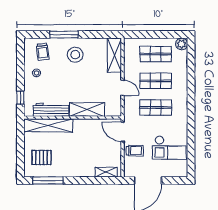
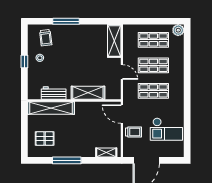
stool: (75, 55) -> (77, 40), removed
window: (20, 98) -> (24, 62), moved
workbench: (51, 110) -> (54, 93), width x0.73
window: (48, 180) -> (67, 160), moved

